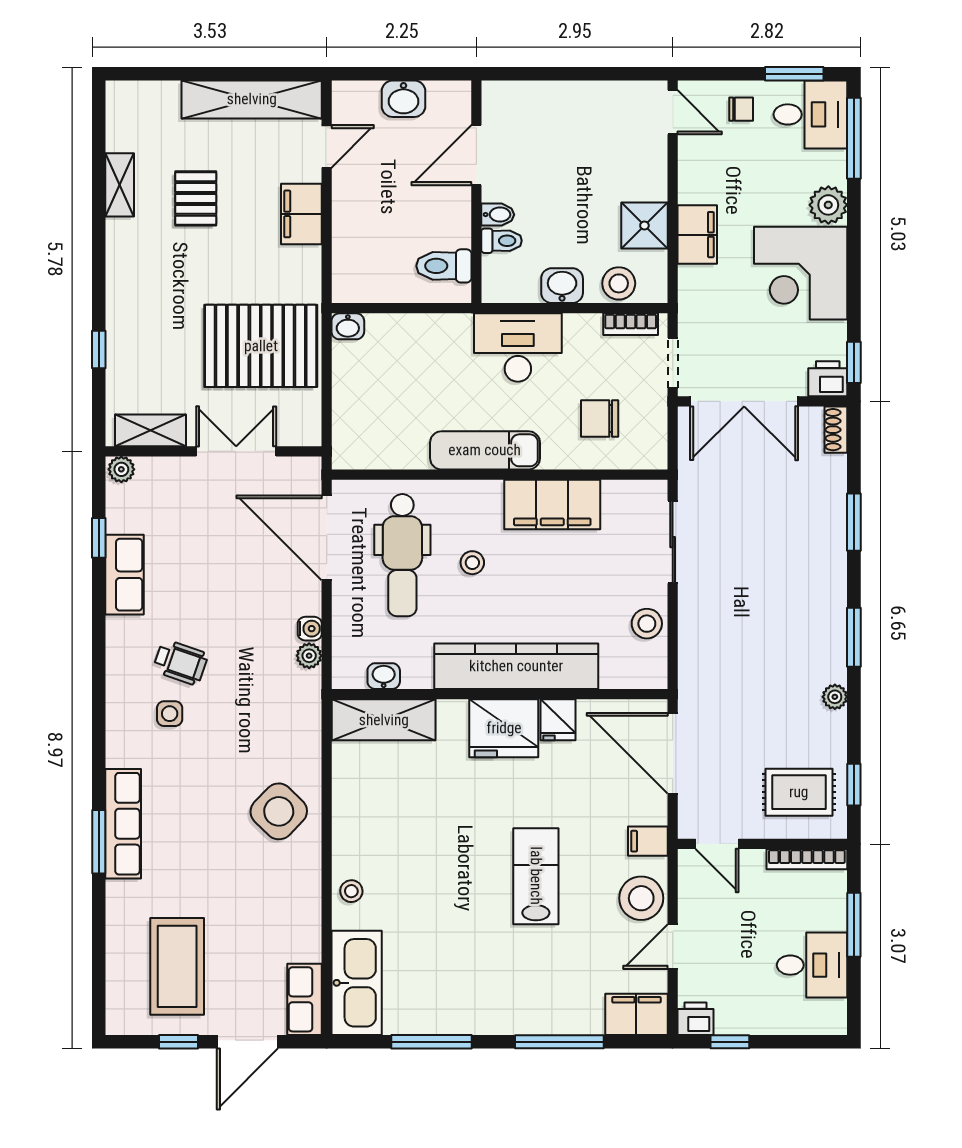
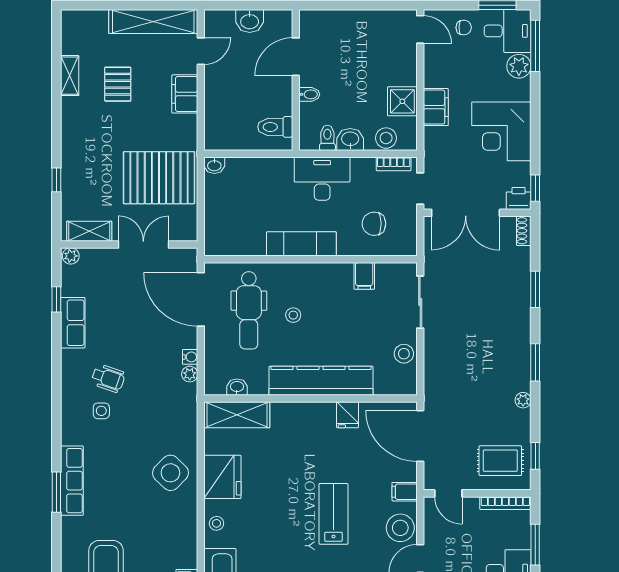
plant: (828, 205) -> (519, 66), moved
toilet: (501, 241) -> (327, 138), moved, turned -90
filing cabinet: (552, 504) -> (364, 276), width x0.33, depth x0.86
fridge: (504, 728) -> (222, 477), moved, turned -90

